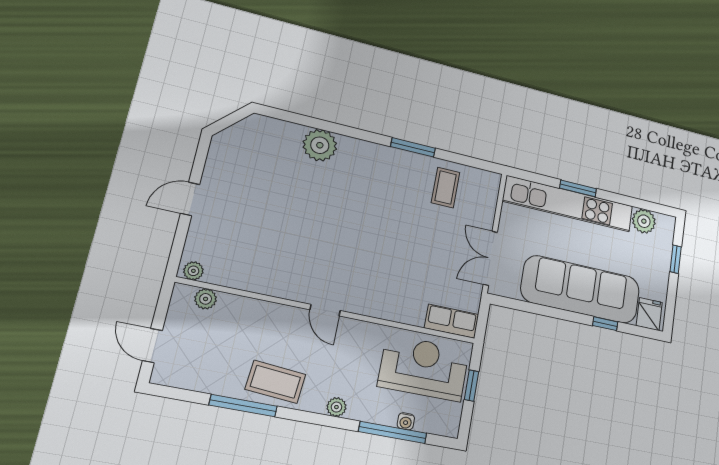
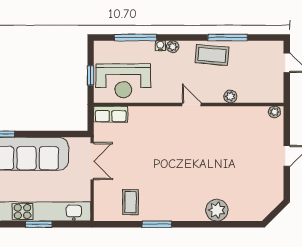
plant: (206, 299) -> (230, 96), moved
water cooler: (406, 421) -> (160, 46), moved

